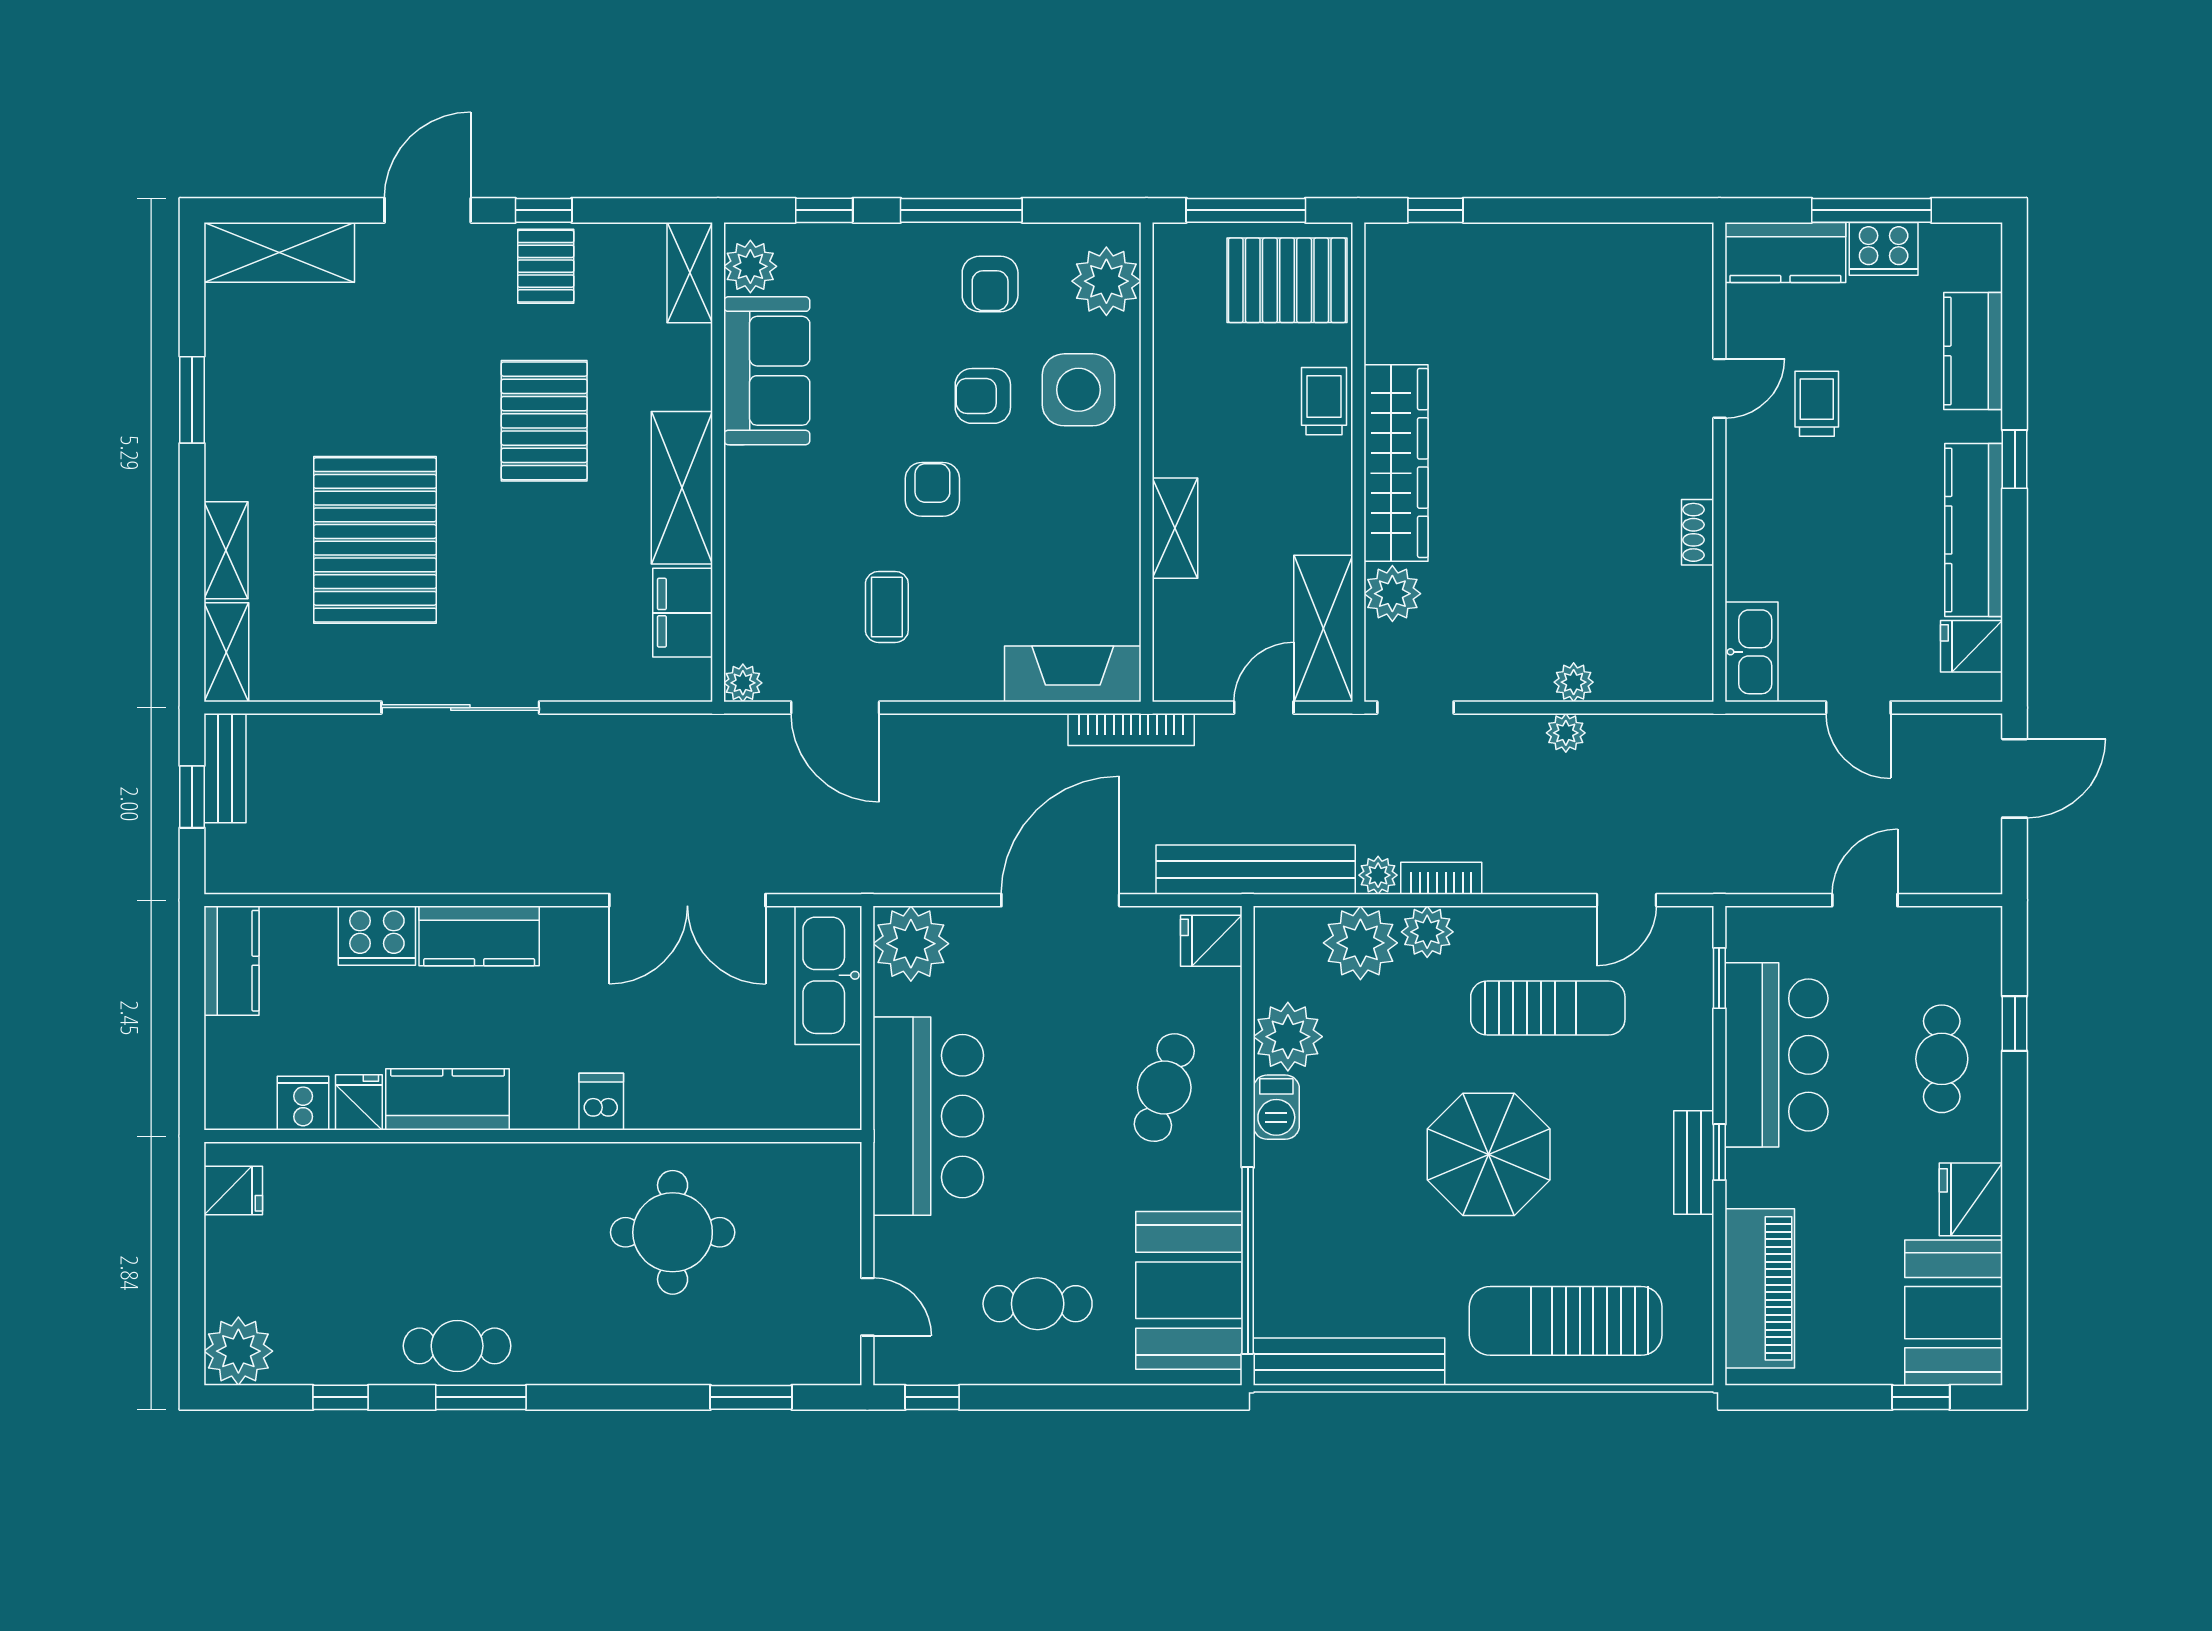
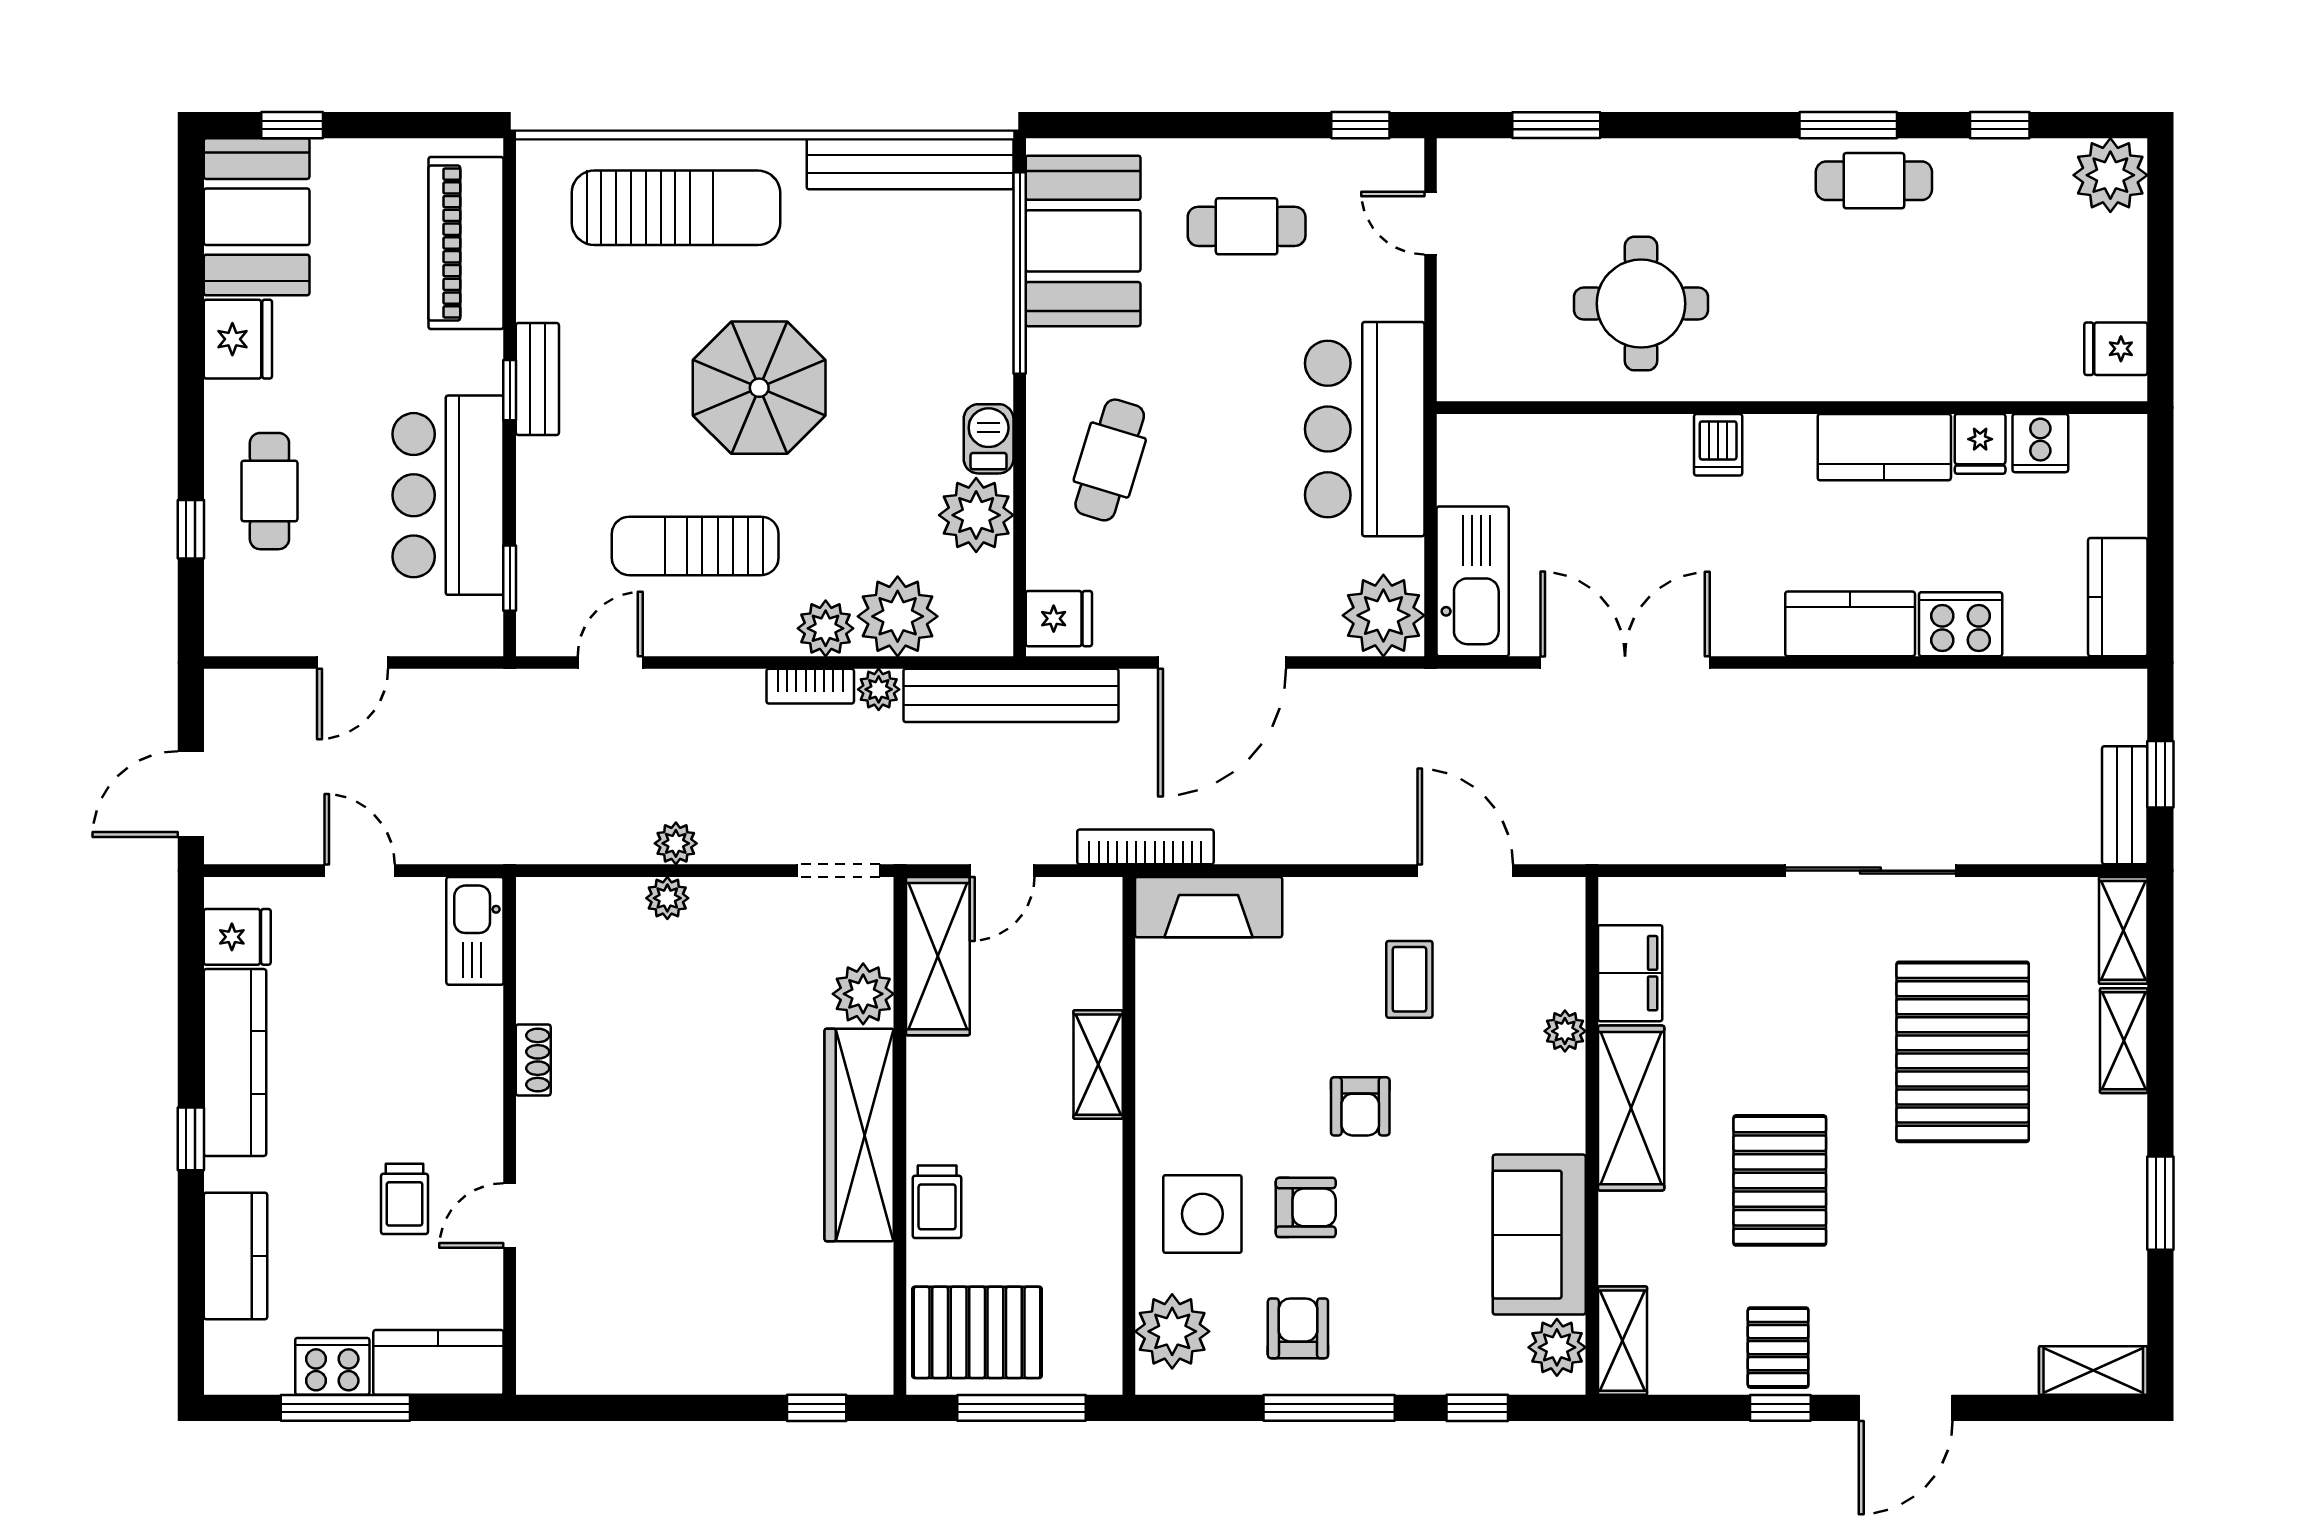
shelving: (279, 252) -> (2093, 1371), width x0.67, depth x0.75
plant: (743, 683) -> (1565, 1031), moved

